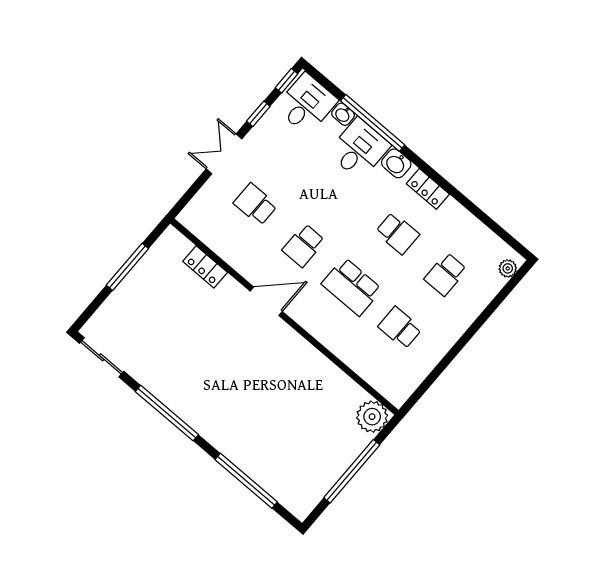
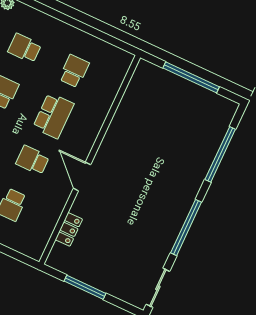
school desk: (304, 245) -> (33, 160), turned 180
school desk: (446, 274) -> (25, 48), turned 180
school desk: (400, 328) -> (74, 71), turned 180
plant: (372, 417) -> (146, 74), removed

